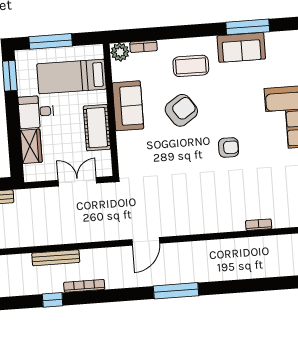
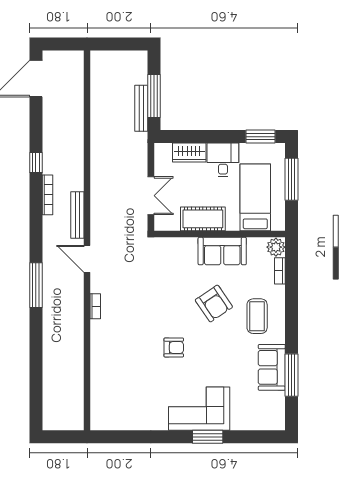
armchair: (229, 147) -> (174, 347), turned -90
bookcase: (259, 225) -> (95, 306), moved
bench: (56, 258) -> (77, 215), moved

